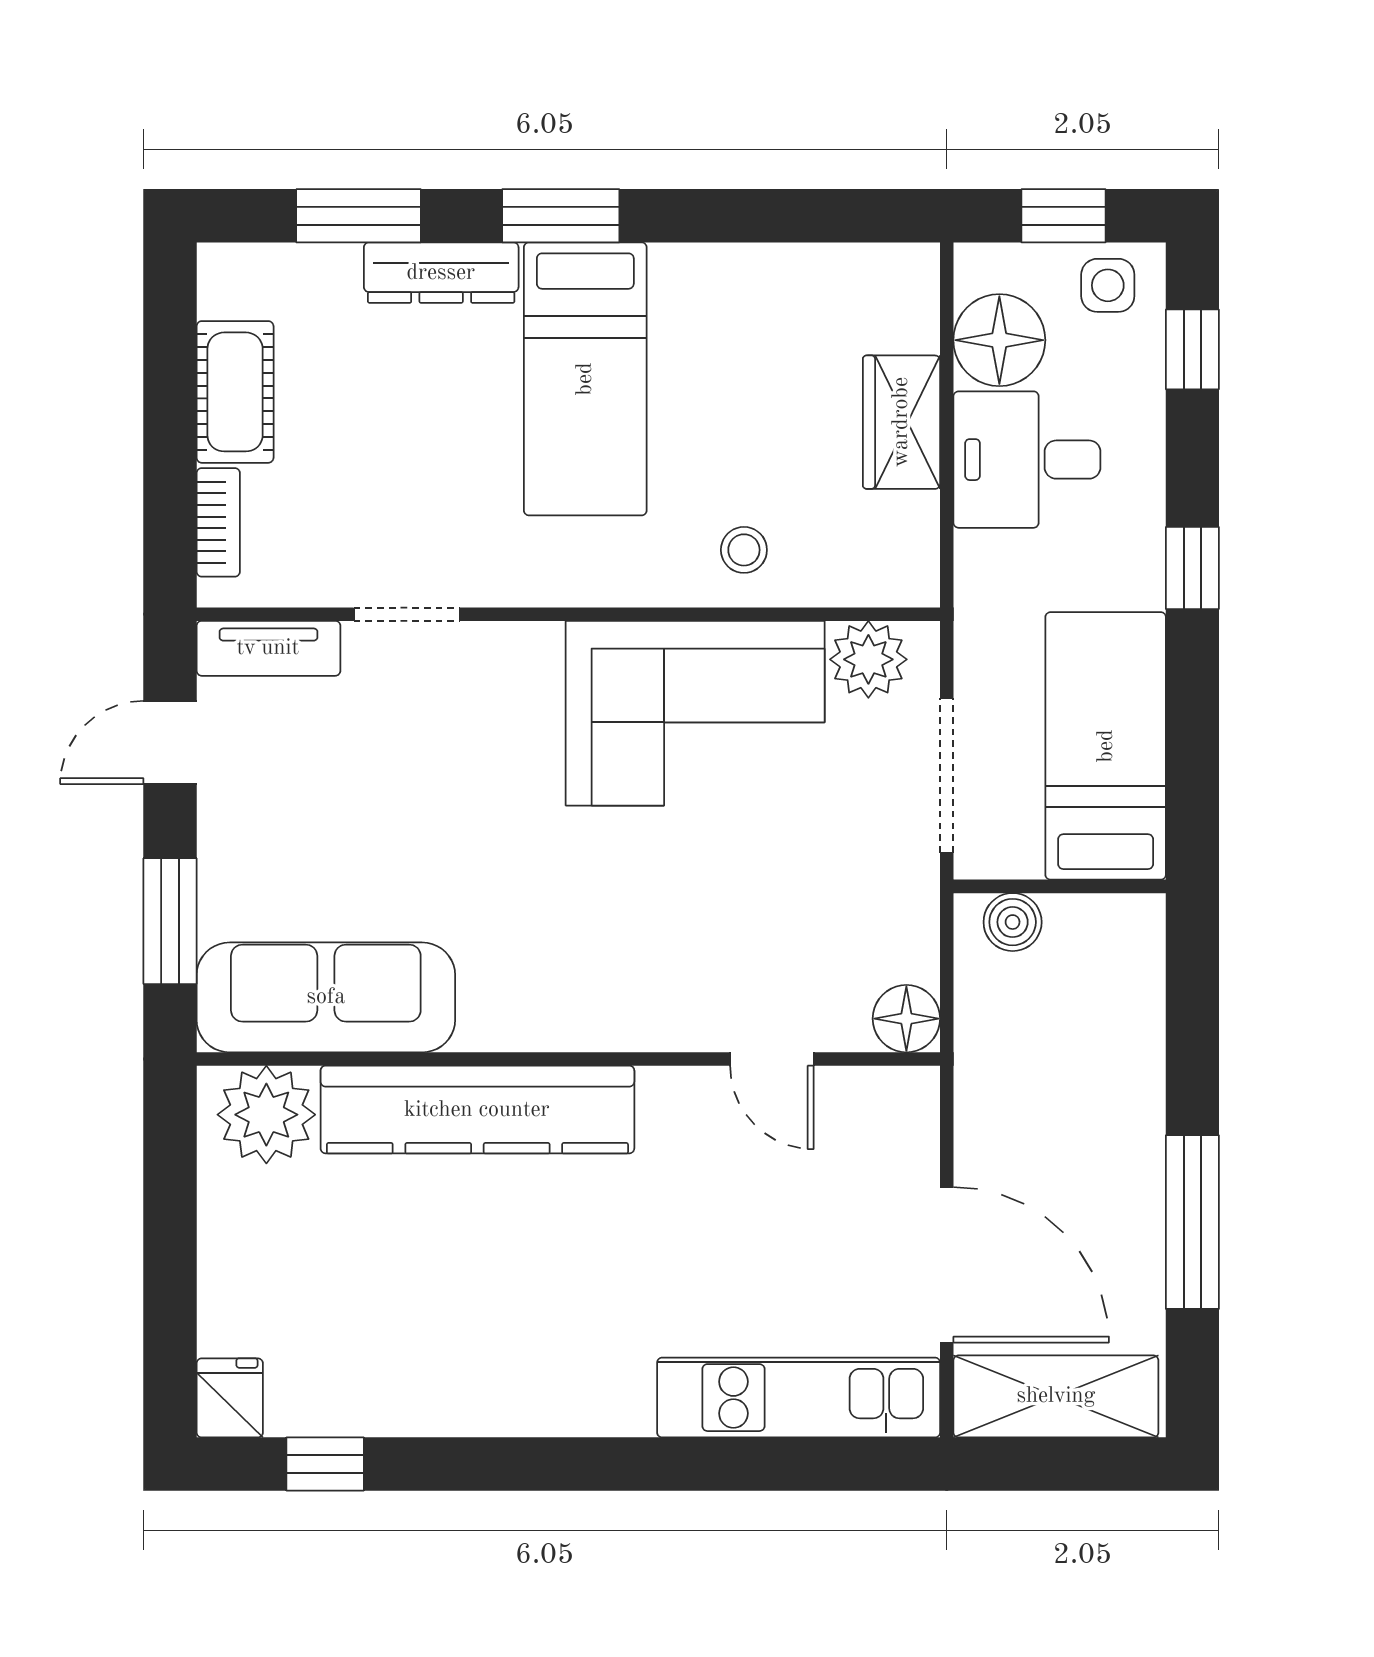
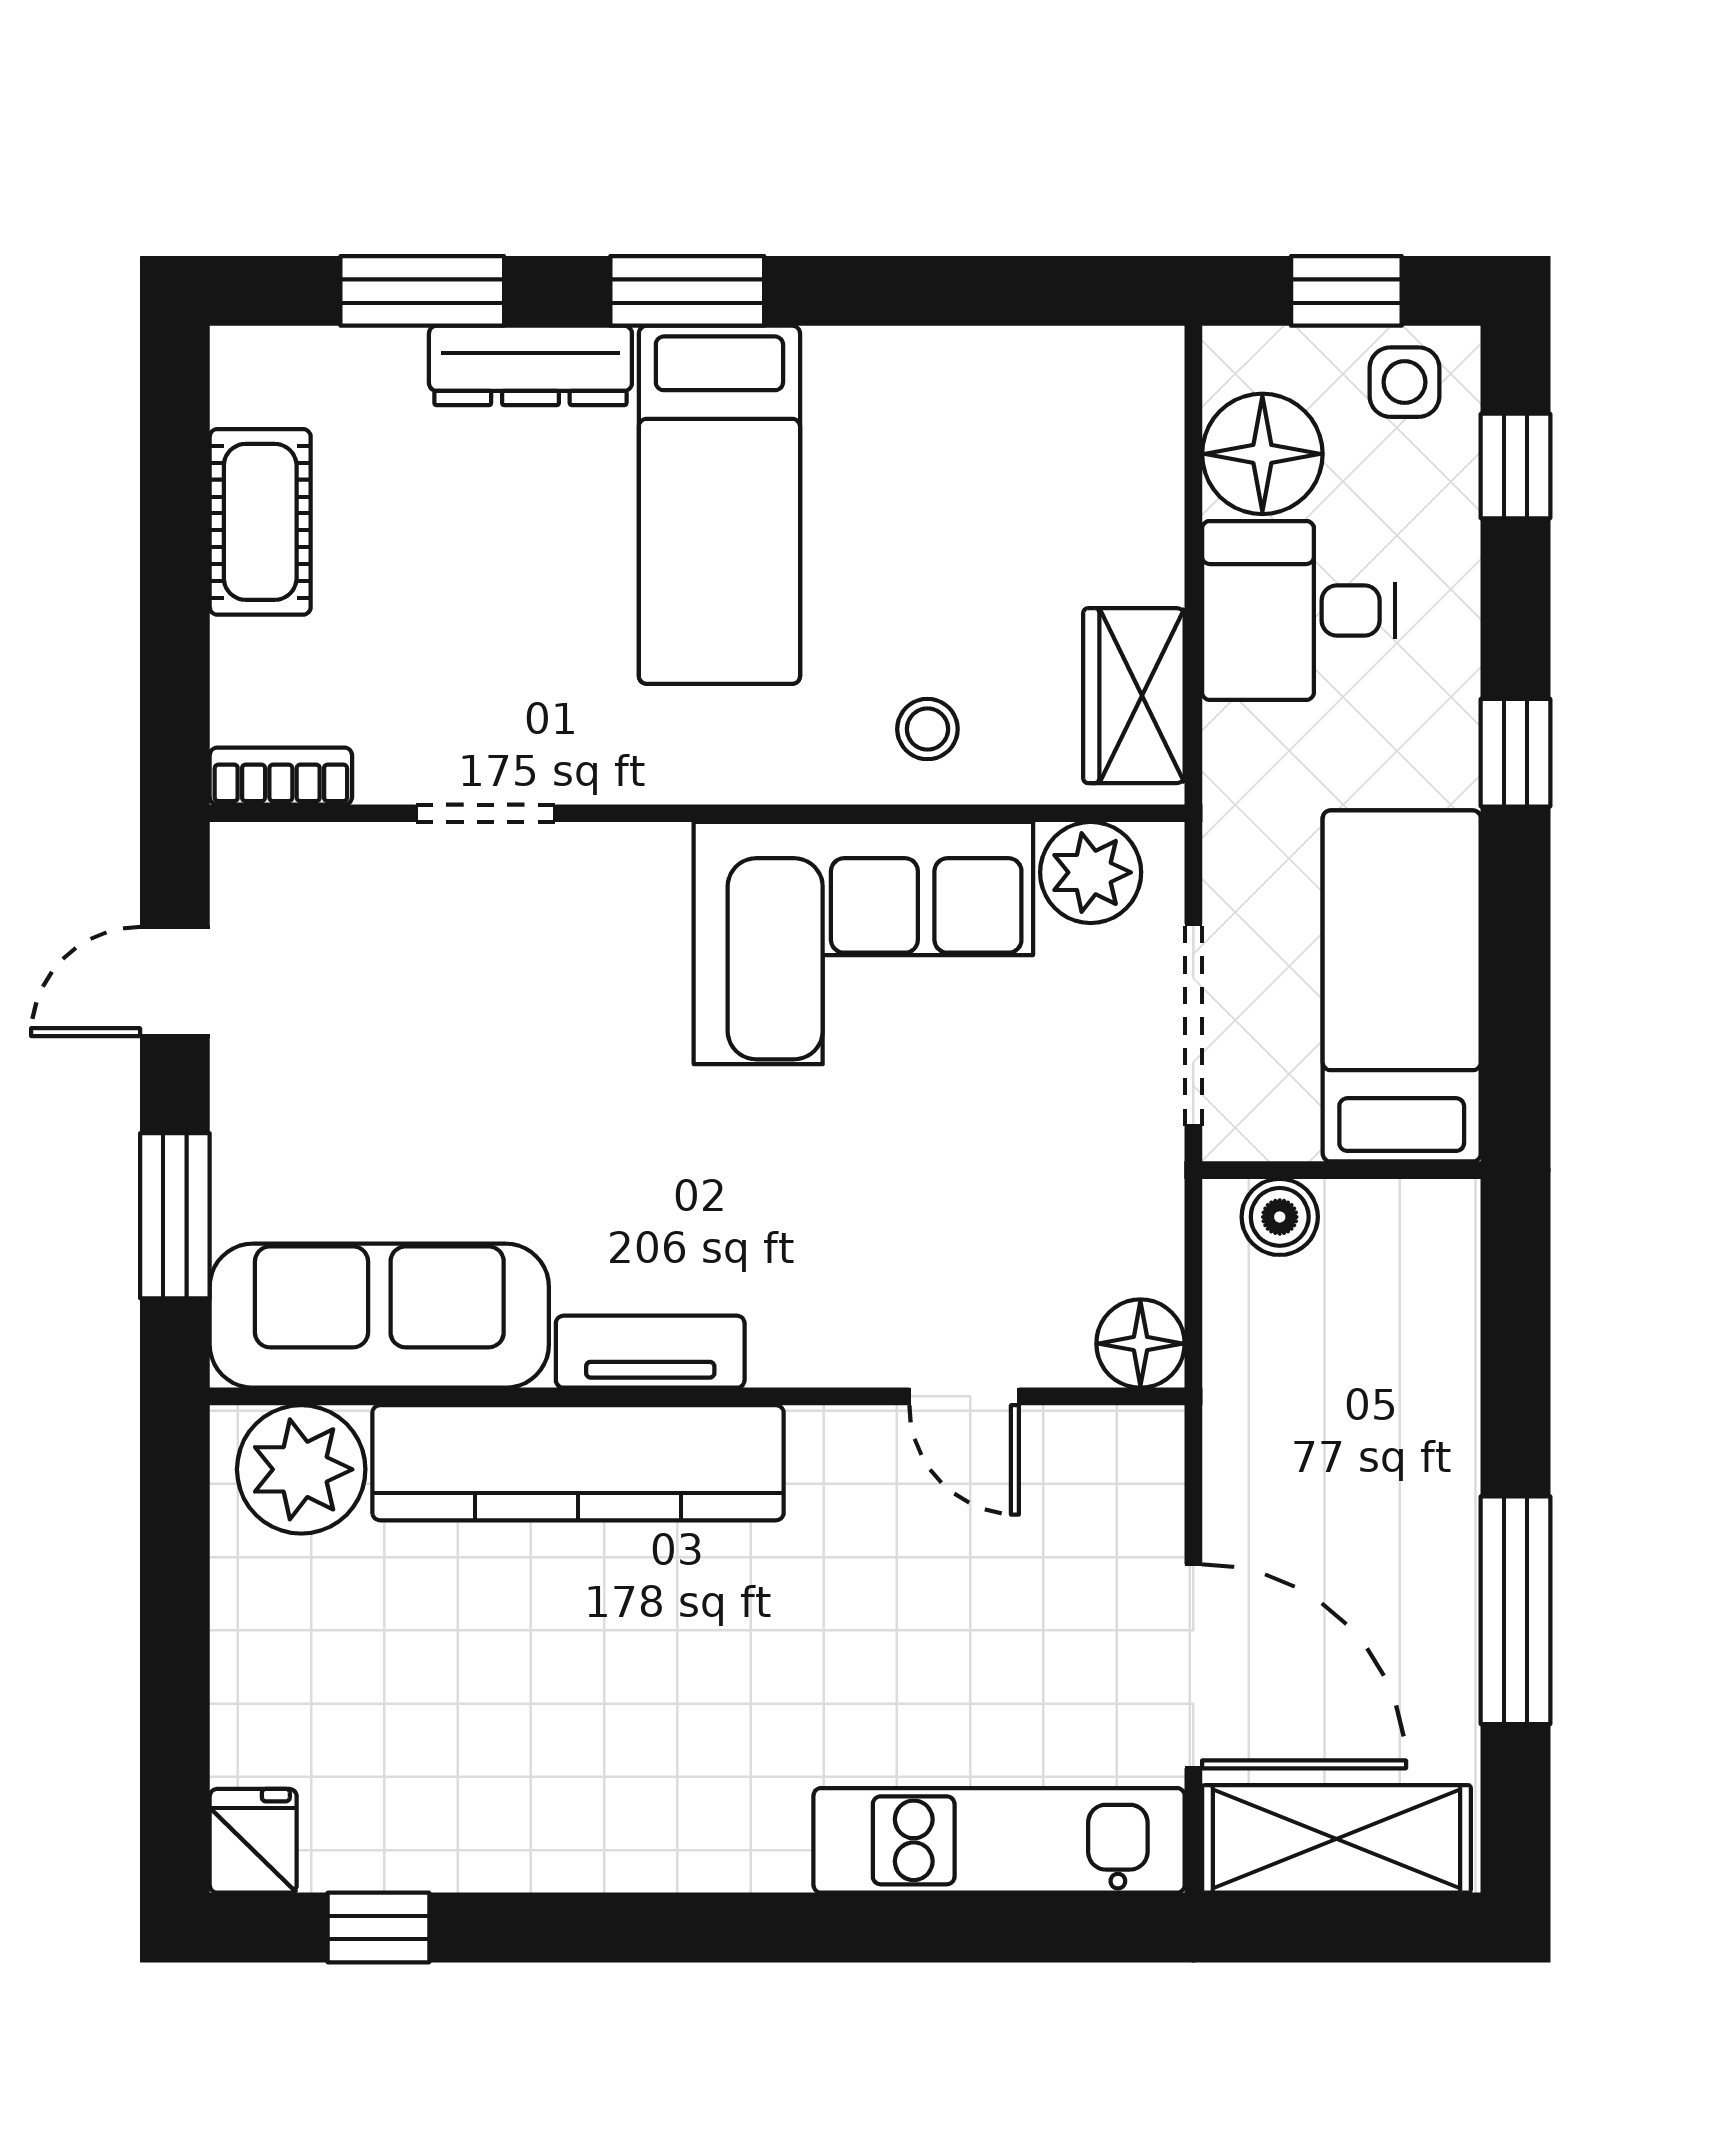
wardrobe: (901, 422) -> (1134, 696), moved
bookcase: (218, 522) -> (281, 776), moved, turned -90
tv unit: (268, 648) -> (650, 1352), moved, turned 180

